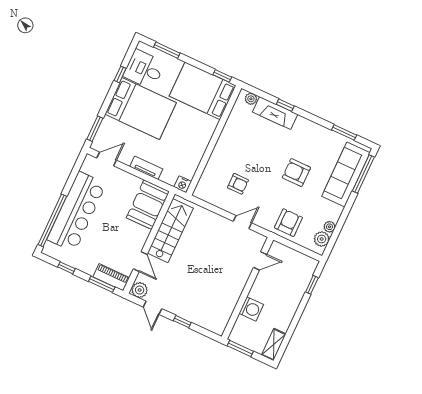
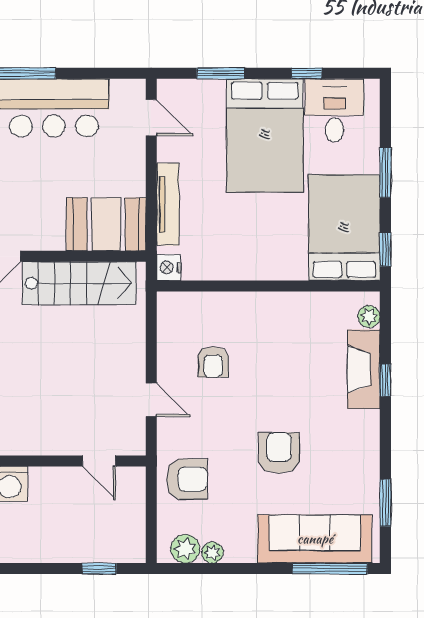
window: (167, 50) -> (385, 173), moved
window: (95, 129) -> (221, 73), moved
tv unit: (146, 168) -> (168, 204), width x1.41

